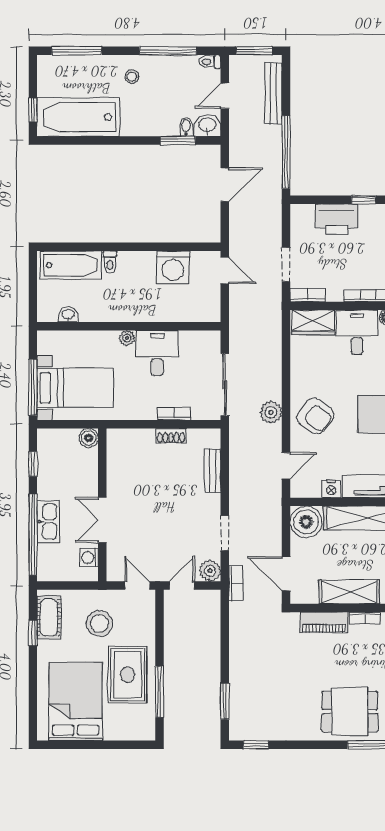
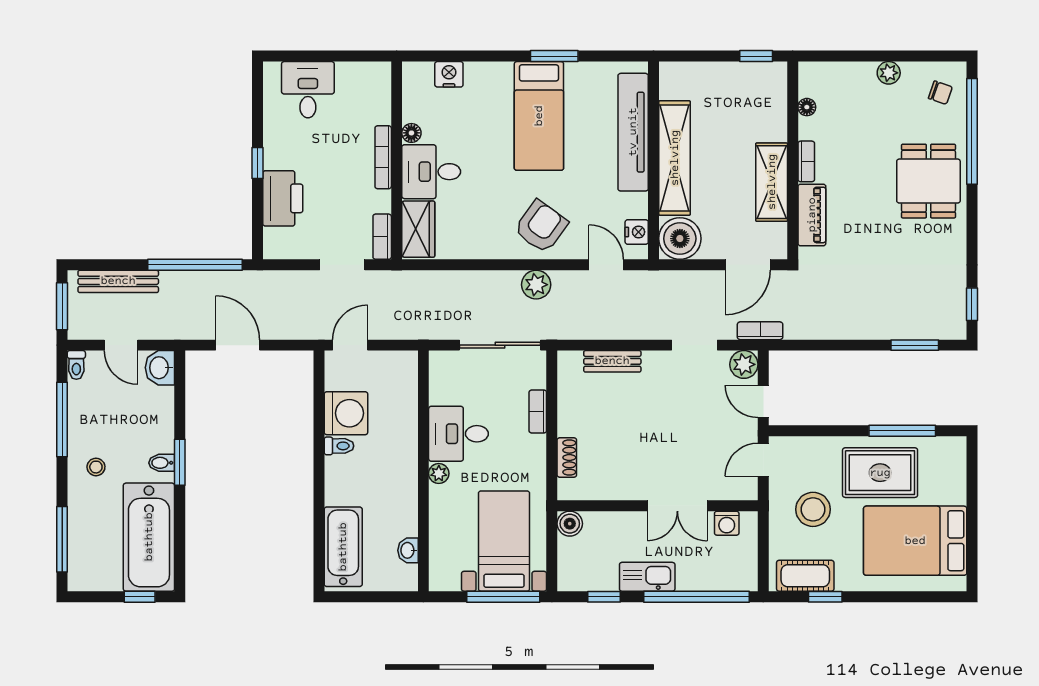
bidet: (186, 127) -> (162, 463), moved
window: (178, 141) -> (180, 462), moved
toilet: (110, 262) -> (339, 446), moved
shoe rack: (171, 436) -> (567, 457), moved
nightstand: (331, 489) -> (637, 232), moved
kitchen sink: (48, 522) -> (647, 577), moved

